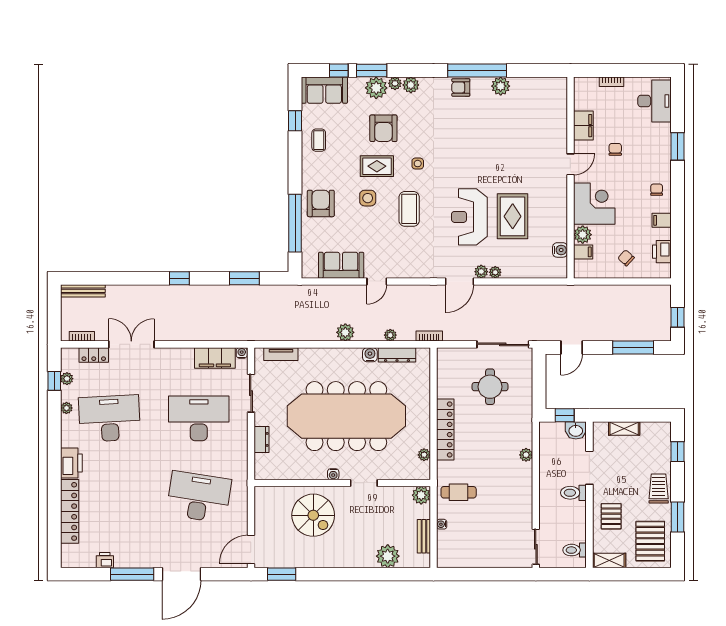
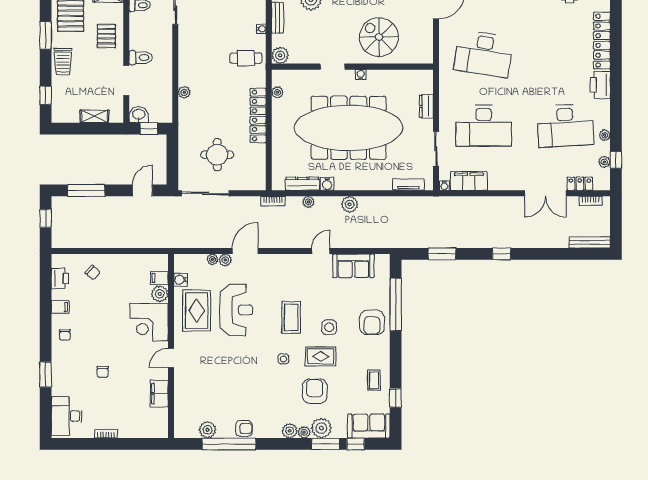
filing cabinet: (583, 126) -> (159, 394), moved
door: (570, 164) -> (171, 358), moved
wall: (570, 178) -> (171, 346), moved
corner desk: (594, 204) -> (149, 322), moved
plant: (583, 235) -> (160, 294), moved
water cooler: (560, 250) -> (180, 280), moved
filing cabinet: (583, 252) -> (159, 278), moved

